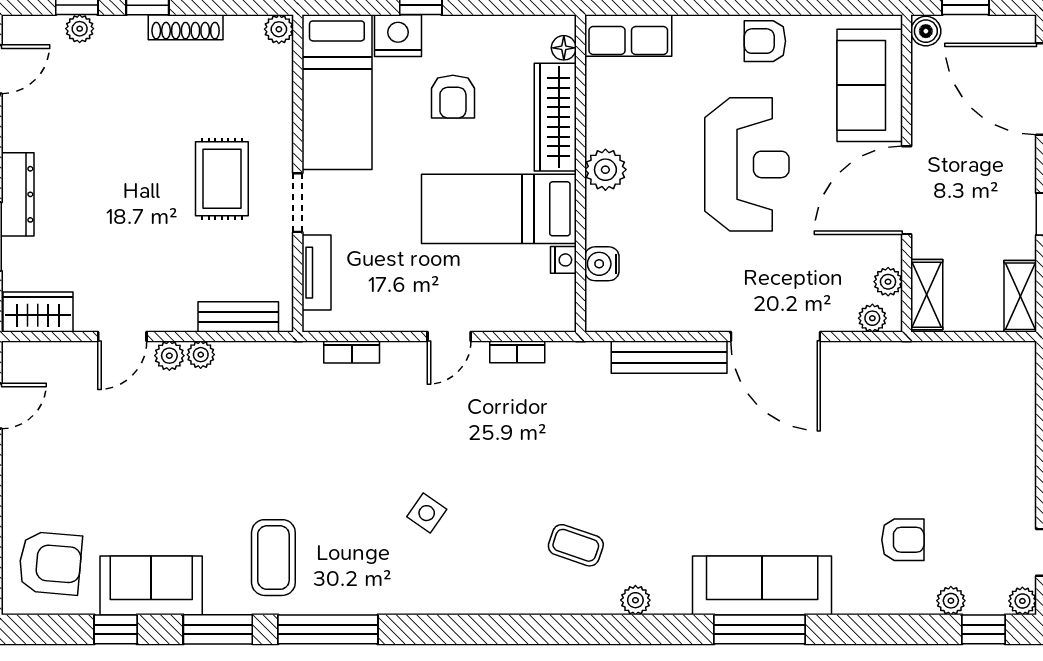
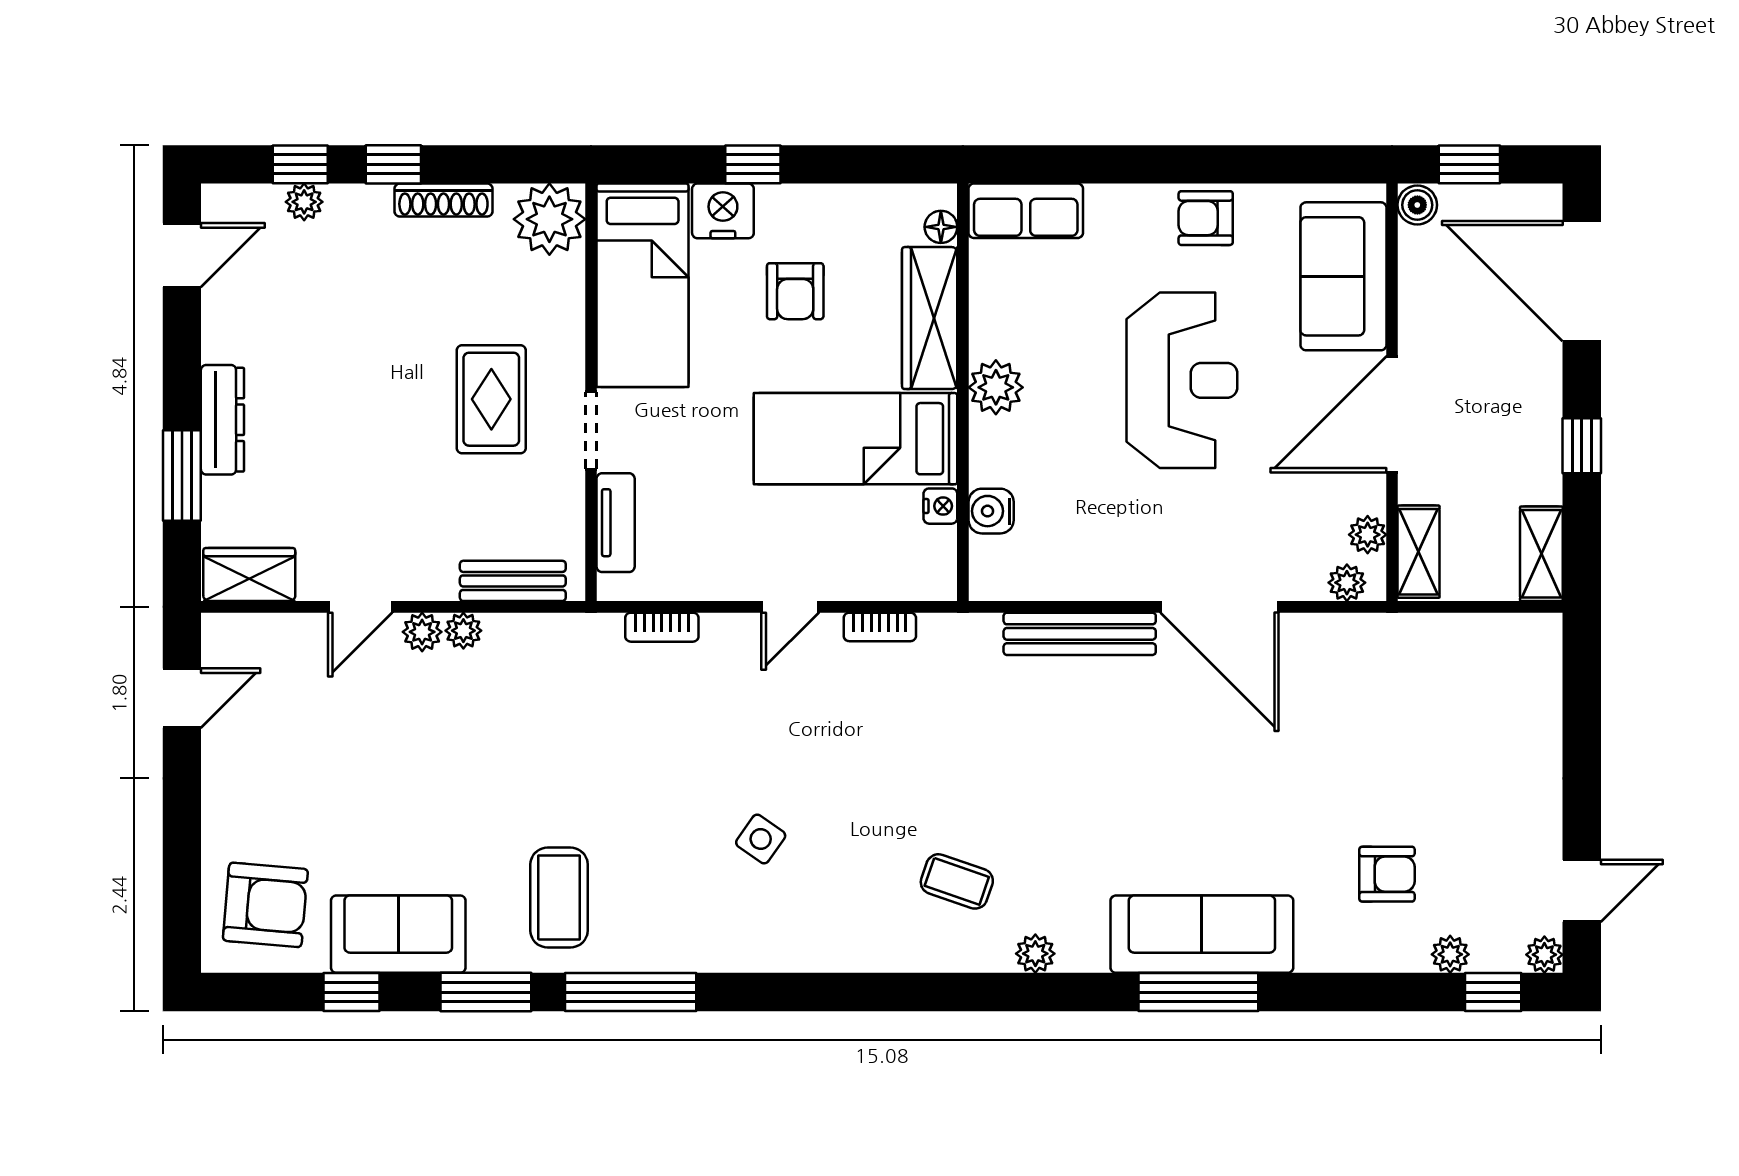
plant: (279, 29) -> (549, 219), width x1.87, depth x1.87

